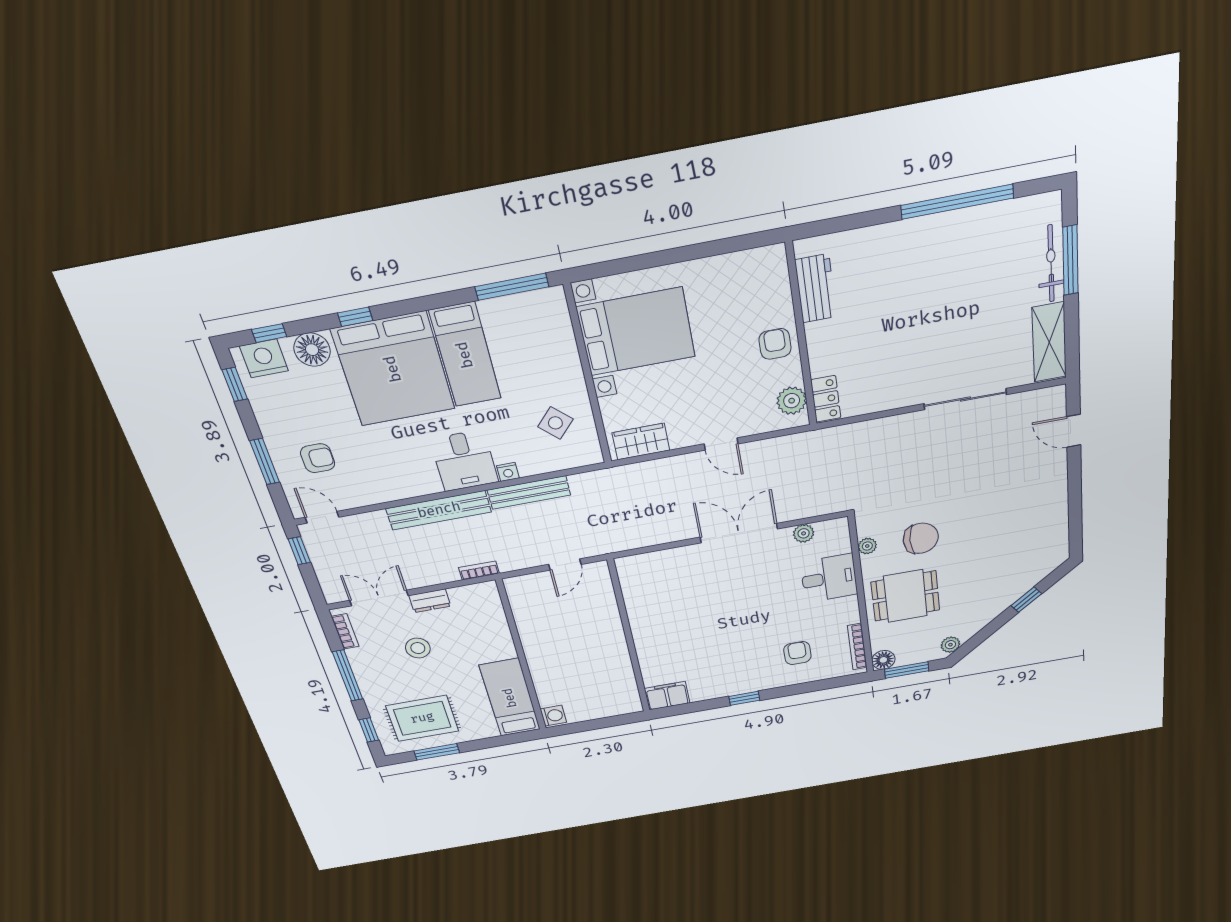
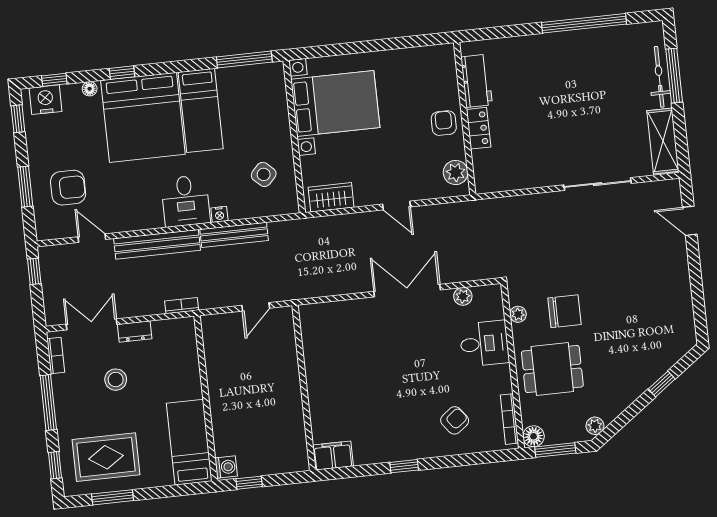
floor lamp: (312, 350) -> (90, 89), width x0.53, depth x0.53
locker: (826, 399) -> (479, 128), moved
armchair: (318, 458) -> (68, 188), width x1.38, depth x1.38
door: (322, 517) -> (92, 238), moved
armchair: (797, 653) -> (455, 420), turned 52
window: (580, 727) -> (249, 483), added

